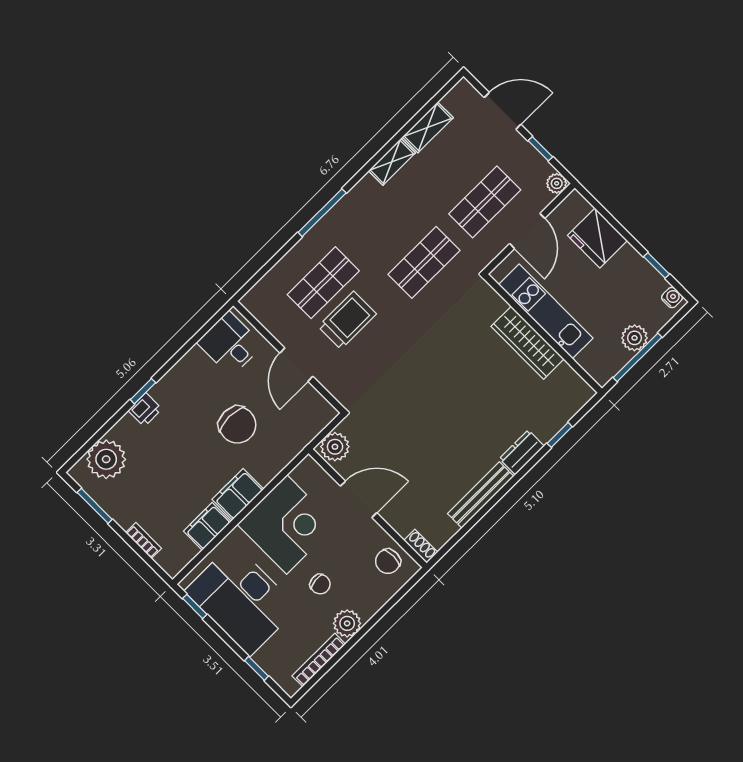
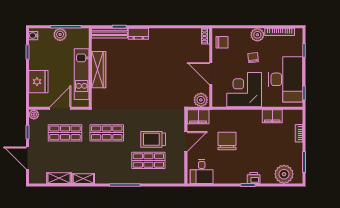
filing cabinet: (238, 494) -> (198, 117), moved
bench: (481, 495) -> (109, 33), moved

